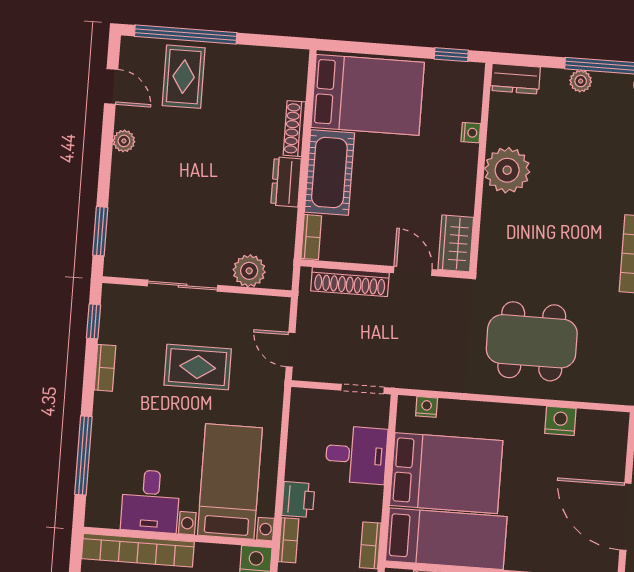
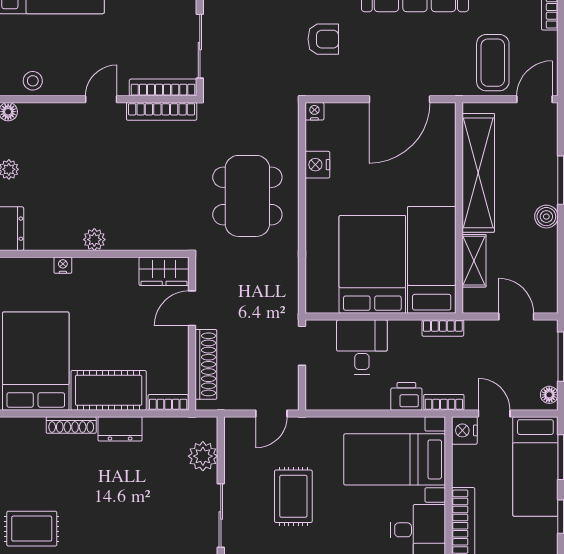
plant: (507, 170) -> (94, 240), width x0.53, depth x0.53
nightstand: (427, 407) -> (314, 111), moved, turned 90

